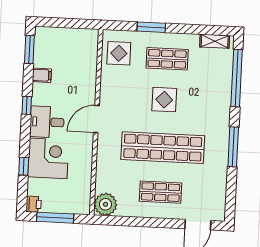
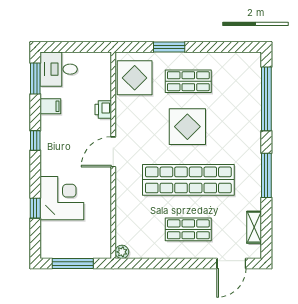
shelving: (215, 41) -> (254, 227), moved, turned 90
display table: (119, 53) -> (135, 78), width x1.36, depth x1.36
display table: (164, 100) -> (187, 127), width x1.36, depth x1.36
desk: (47, 122) -> (59, 69), moved
printer: (34, 204) -> (103, 110), moved, turned 180
plant: (105, 204) -> (122, 252), width x0.53, depth x0.53

